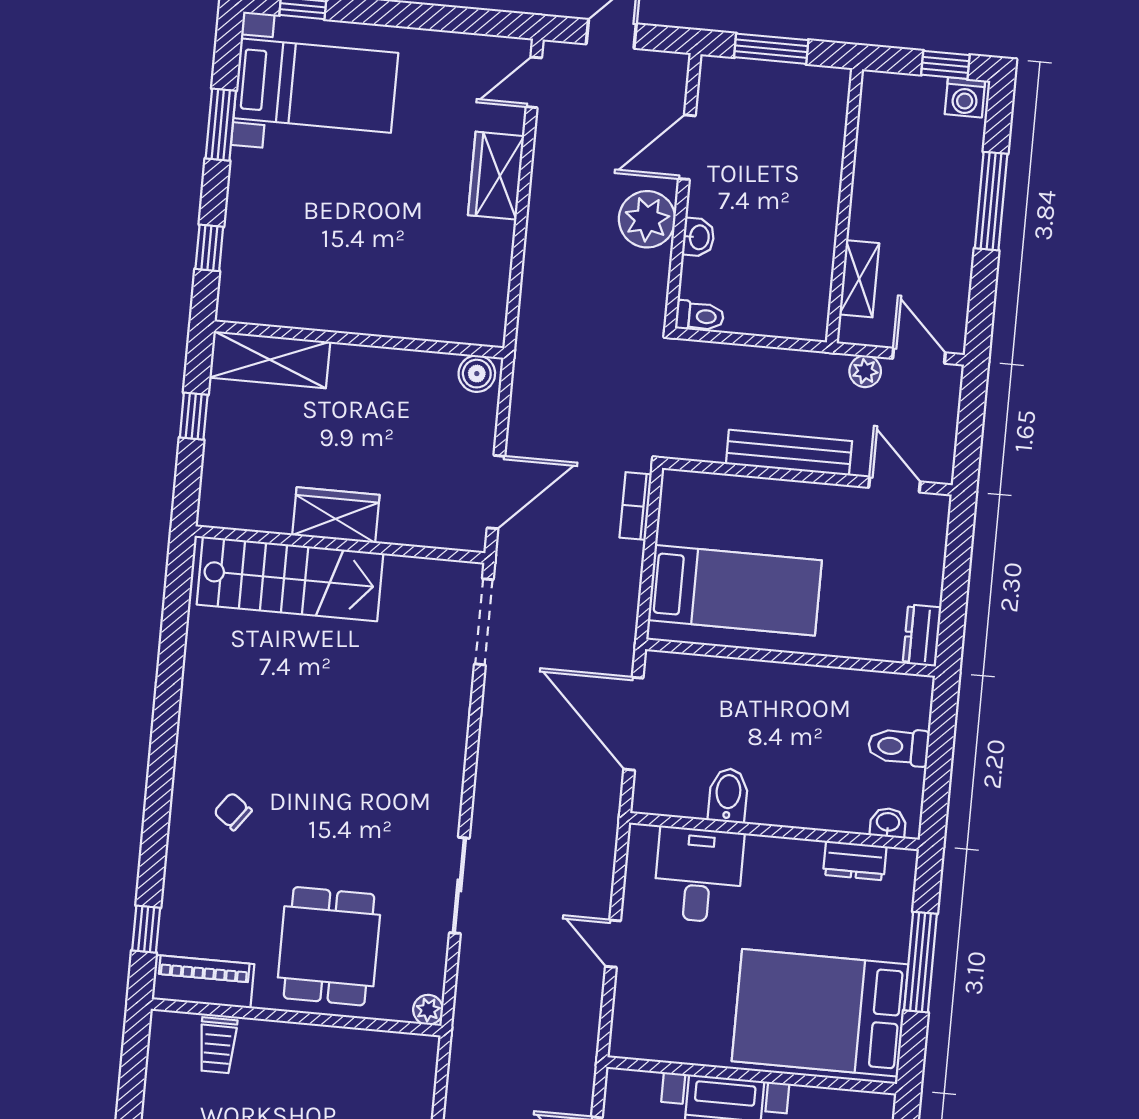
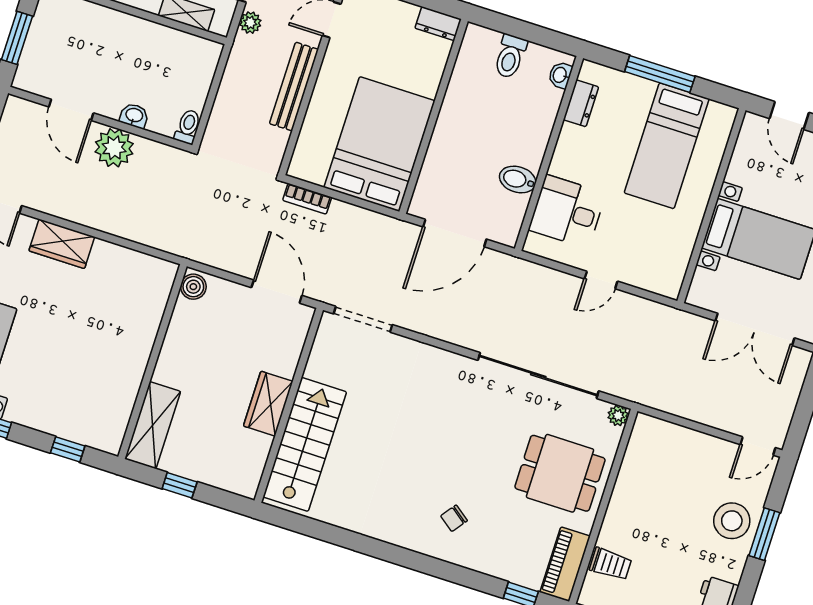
bed: (735, 590) -> (379, 144), width x1.50
sliding door: (459, 885) -> (538, 376), width x1.86
bed: (820, 1013) -> (667, 146), width x0.67

